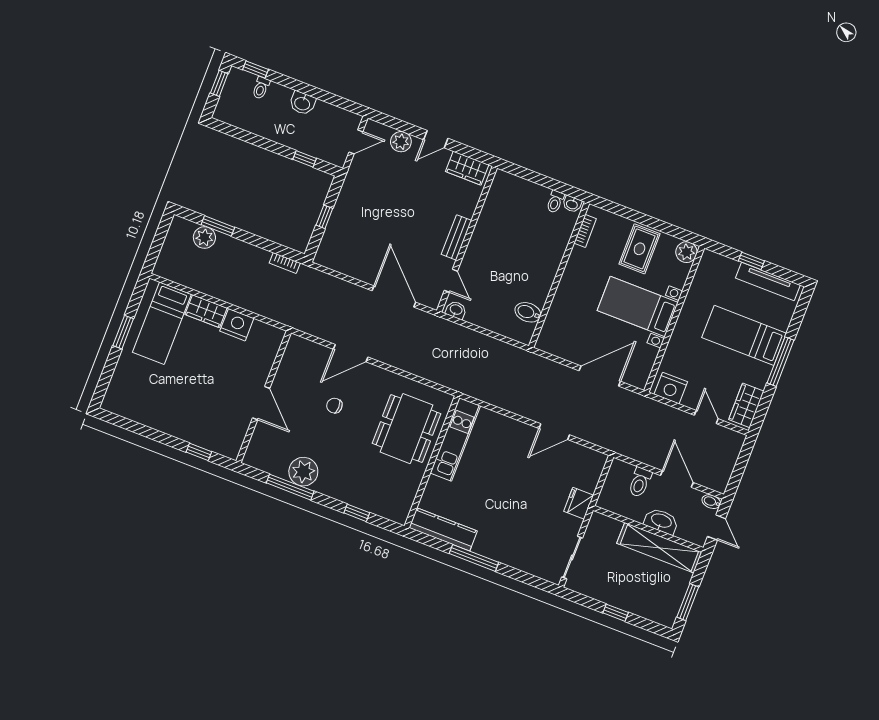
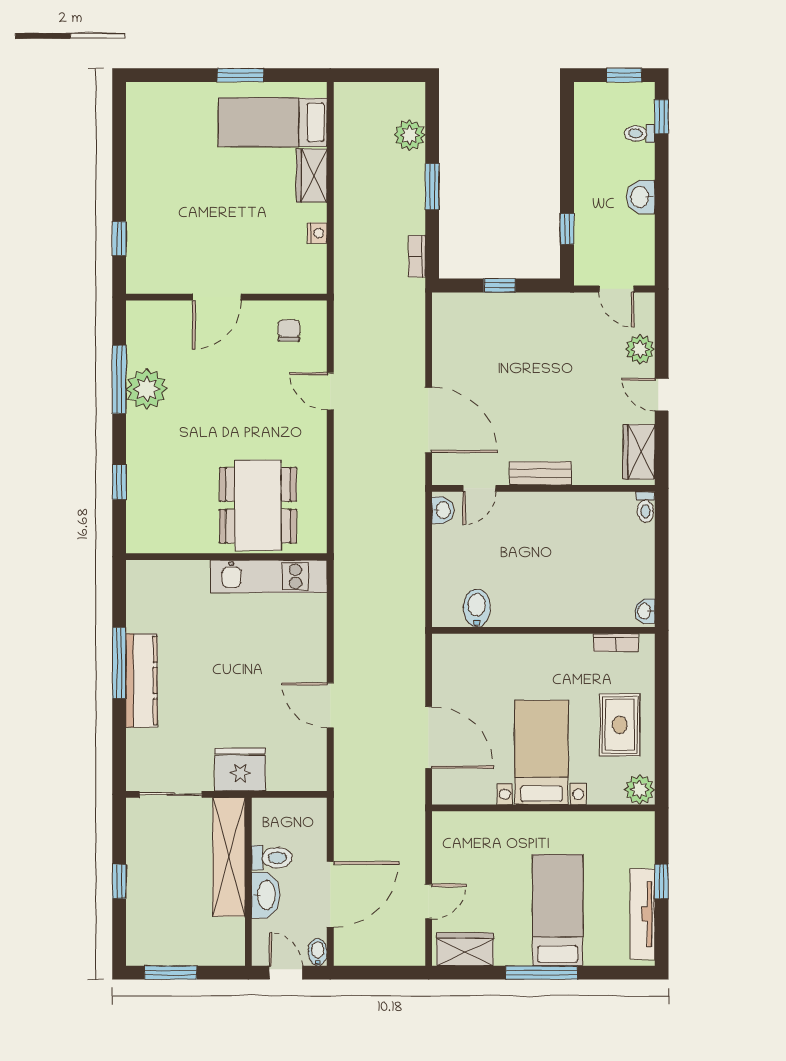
toilet: (555, 202) -> (645, 507), moved, turned -90
window: (218, 226) -> (432, 187), moved
rug: (639, 249) -> (620, 725), turned 90
door: (394, 296) -> (429, 420), hinge flipped
nightstand: (237, 325) -> (317, 233), width x0.53, depth x0.56
door: (351, 353) -> (330, 391), width x0.73
nightstand: (671, 388) -> (449, 839), removed
chair: (334, 406) -> (289, 331), moved
dining table: (407, 429) -> (258, 505), turned 90
door: (677, 479) -> (330, 894), width x1.36
toilet: (640, 482) -> (272, 858), moved, turned 180
fridge: (579, 503) -> (240, 770), width x1.36, depth x1.34
door: (717, 527) -> (286, 973), swing flipped
kitchen counter: (443, 529) -> (142, 680), moved
shelving: (659, 548) -> (229, 857), moved

